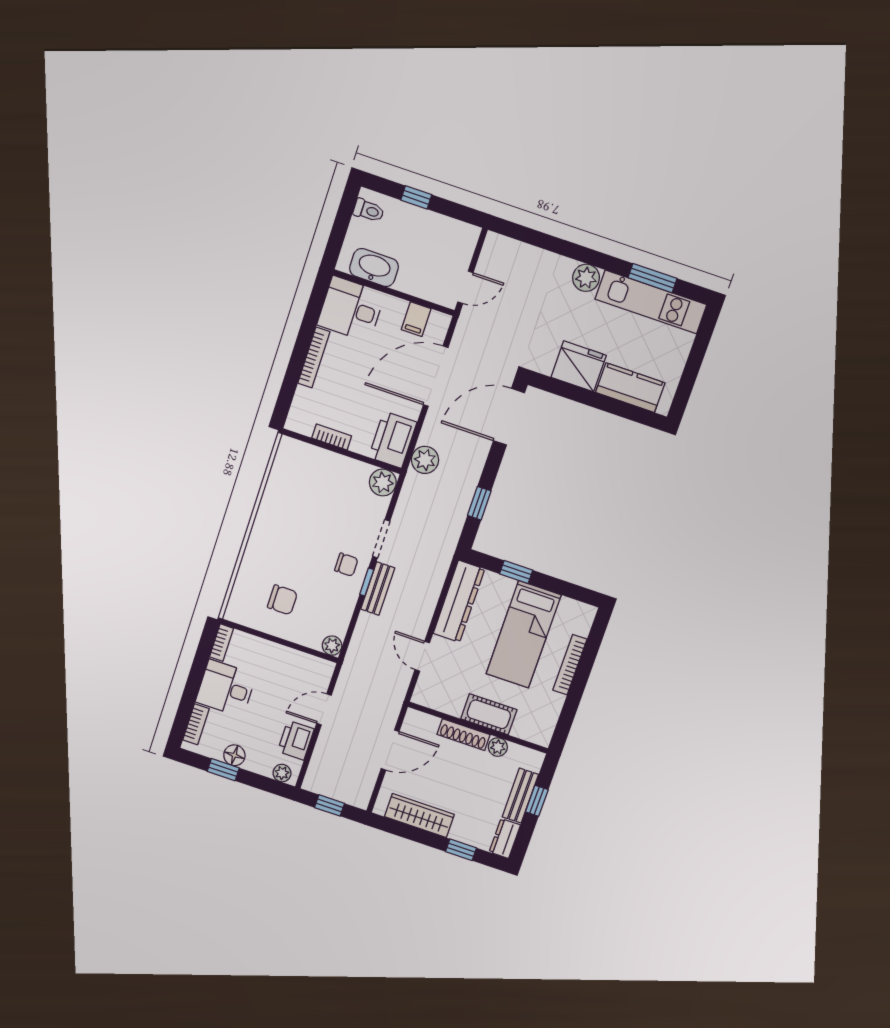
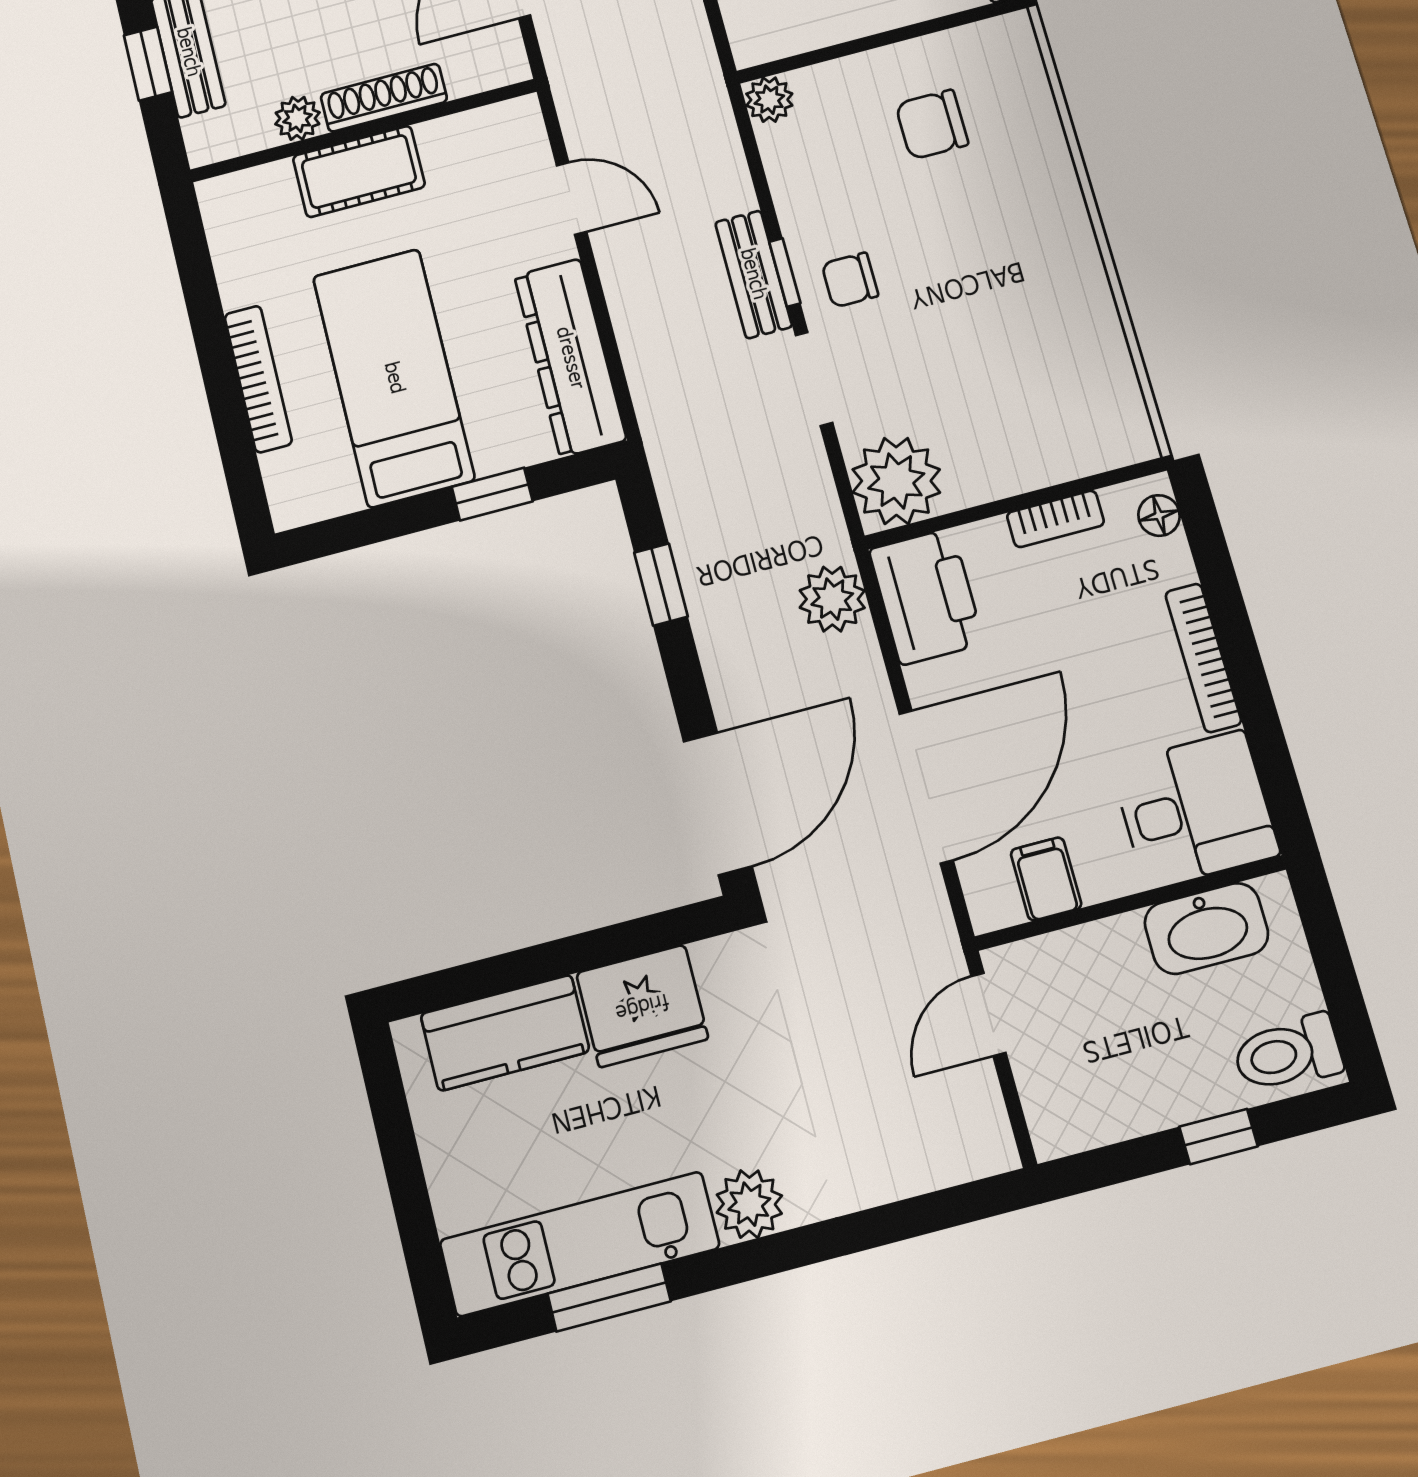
toilet: (369, 210) -> (1288, 1053), width x1.37, depth x1.39
floor lamp: (296, 415) -> (1159, 515), added
plant: (383, 482) -> (896, 481), width x1.36, depth x1.36

